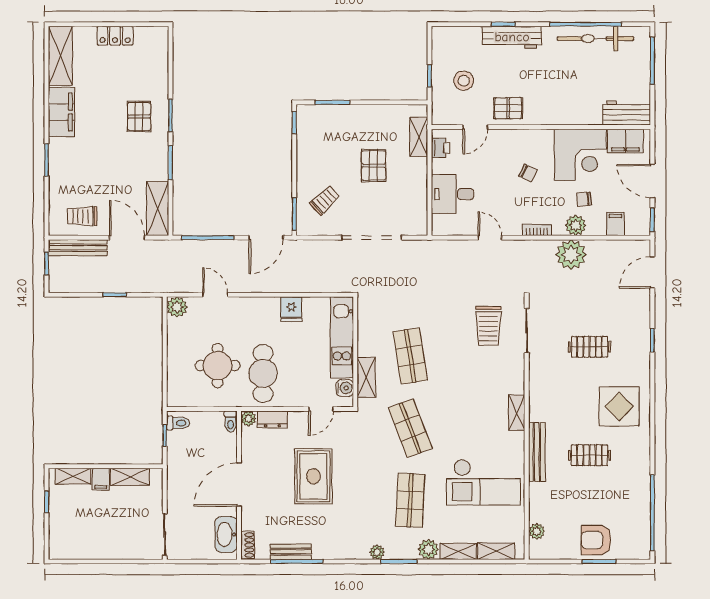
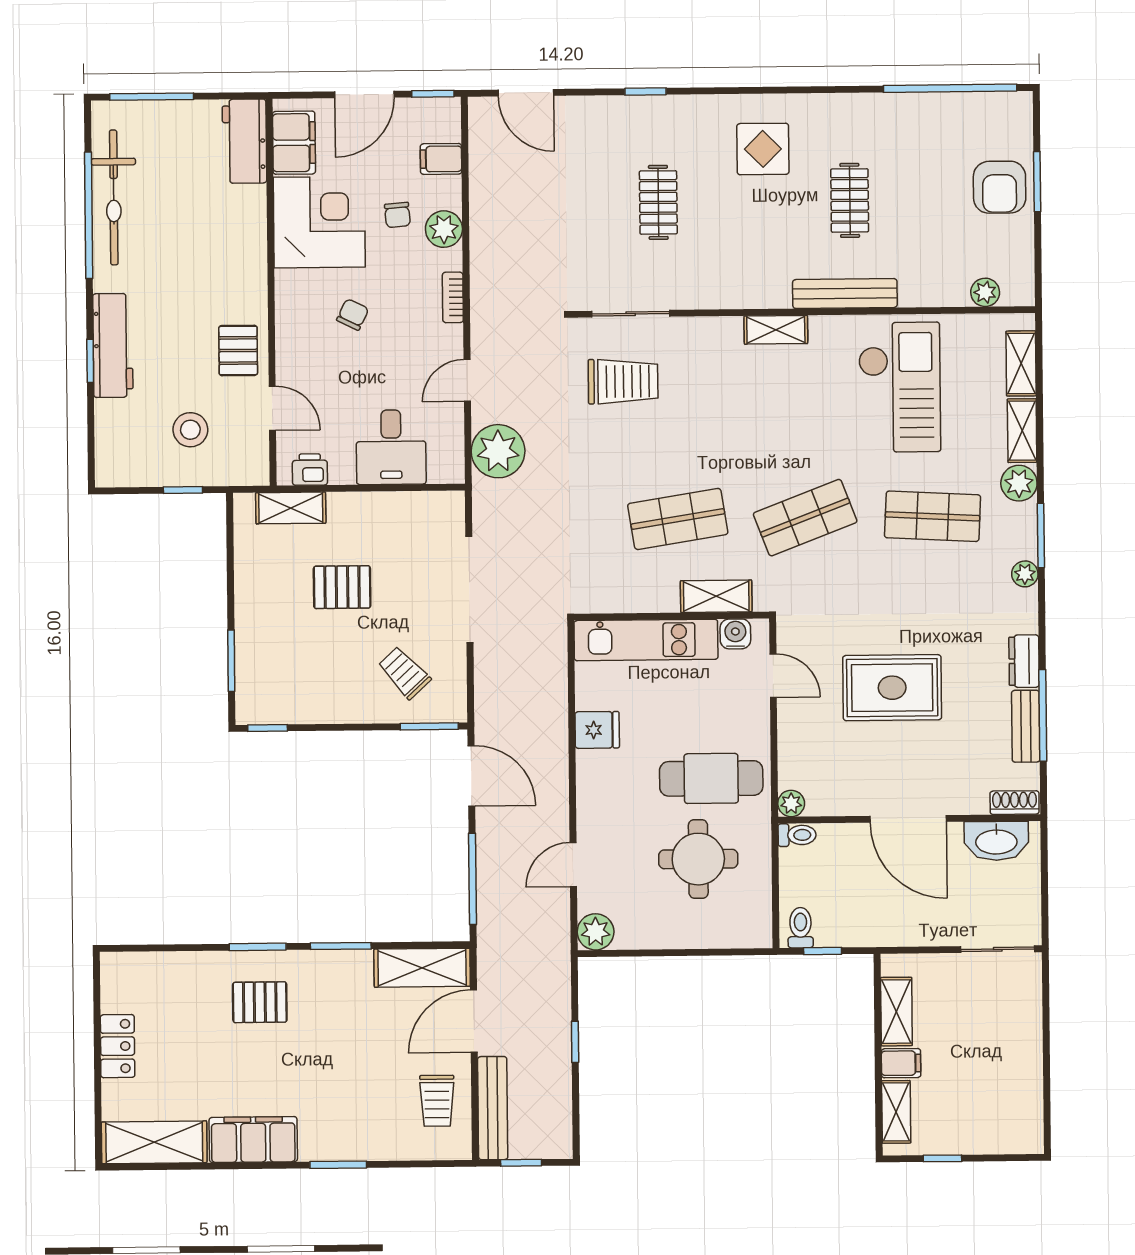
plant: (571, 255) -> (498, 451), moved
display table: (619, 406) -> (763, 149), width x0.73, depth x0.73
dresser: (272, 419) -> (1024, 661), moved, turned 180

